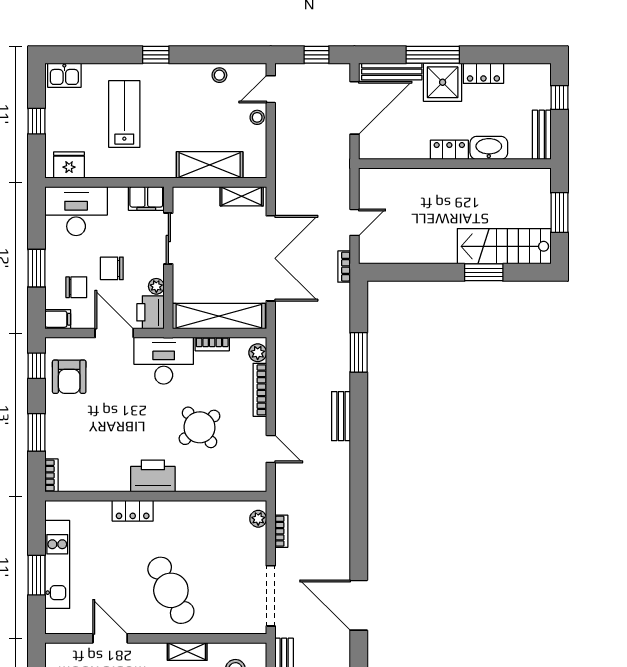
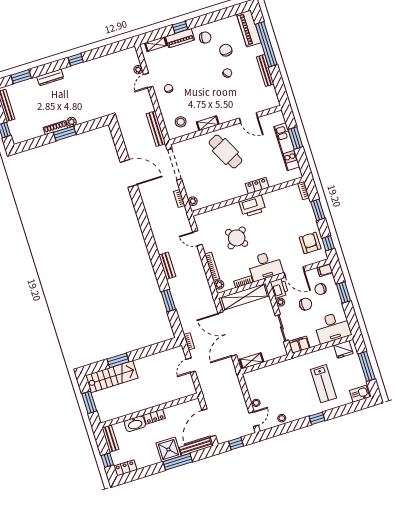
locker: (483, 73) -> (125, 468), moved
window: (37, 121) -> (367, 366), width x2.17
shelving: (210, 165) -> (273, 371), removed

